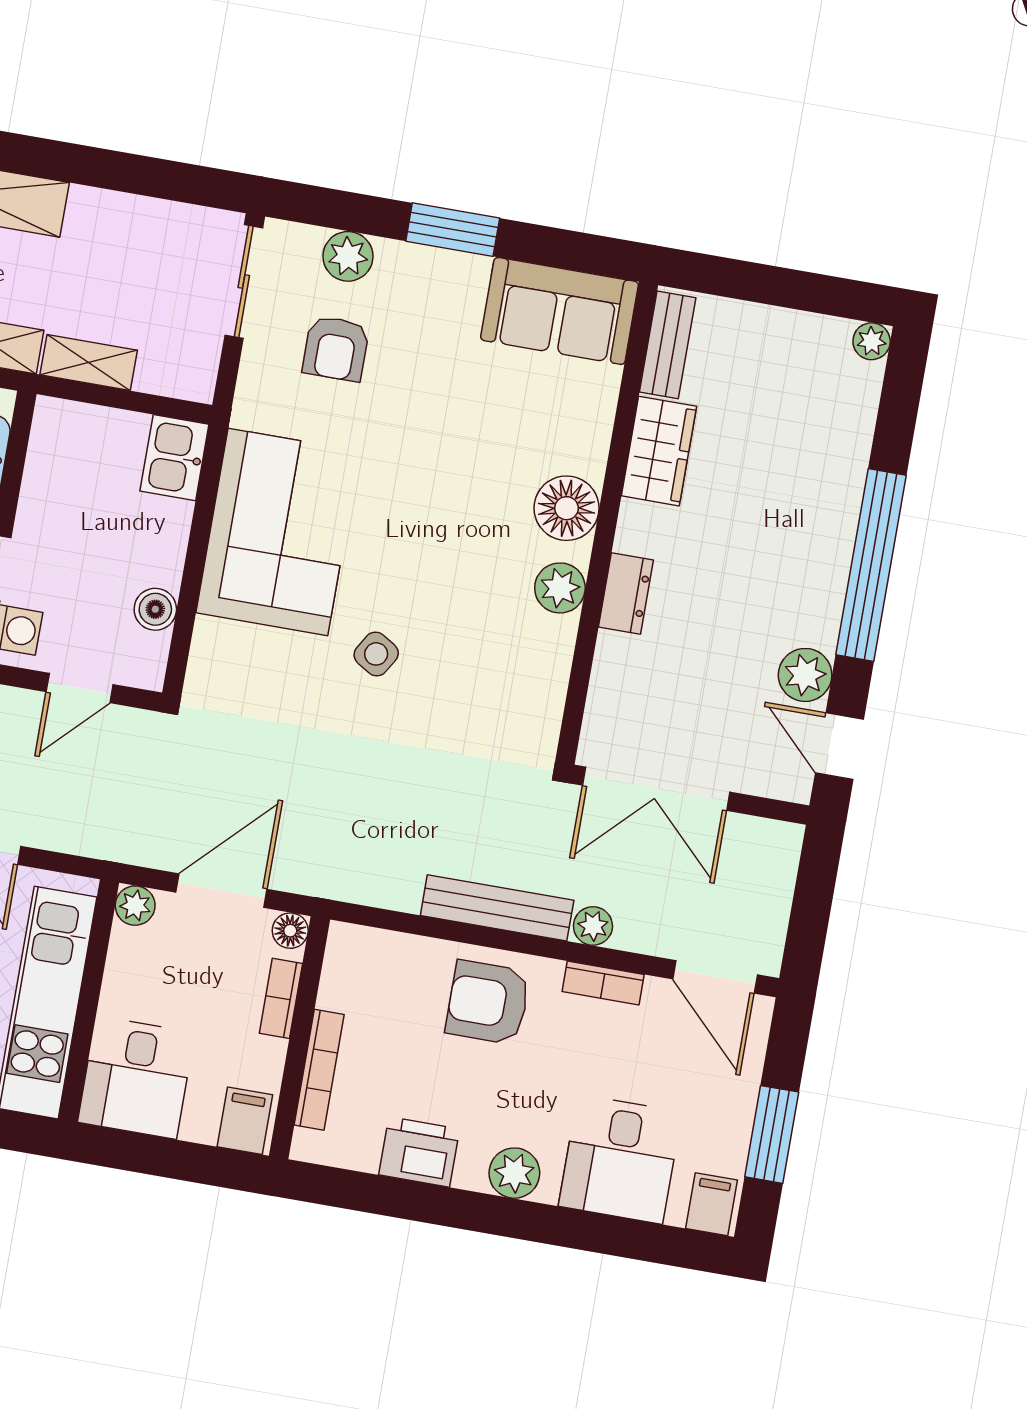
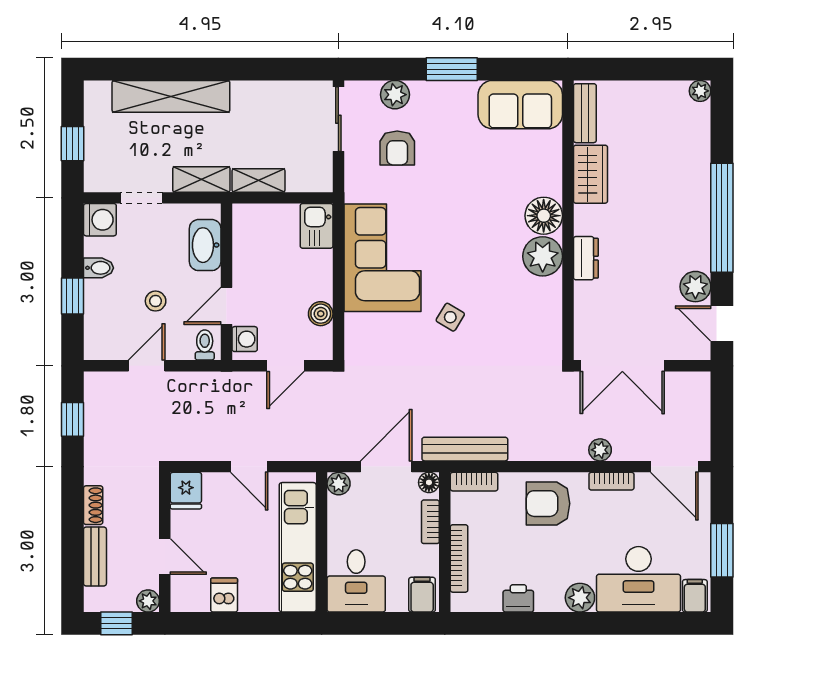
plant: (560, 588) -> (543, 256), width x1.36, depth x1.36
bench: (497, 908) -> (465, 449), moved
bookcase: (368, 943) -> (474, 482), added
printer: (419, 1152) -> (518, 598), width x0.73, depth x0.81
desk: (620, 1159) -> (638, 579), width x1.37

